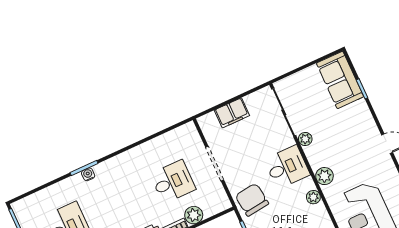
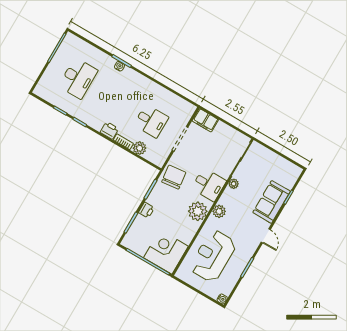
sofa: (340, 80) -> (272, 202), moved
filing cabinet: (232, 113) -> (205, 120), moved
plant: (313, 197) -> (198, 211), width x1.87, depth x1.87

